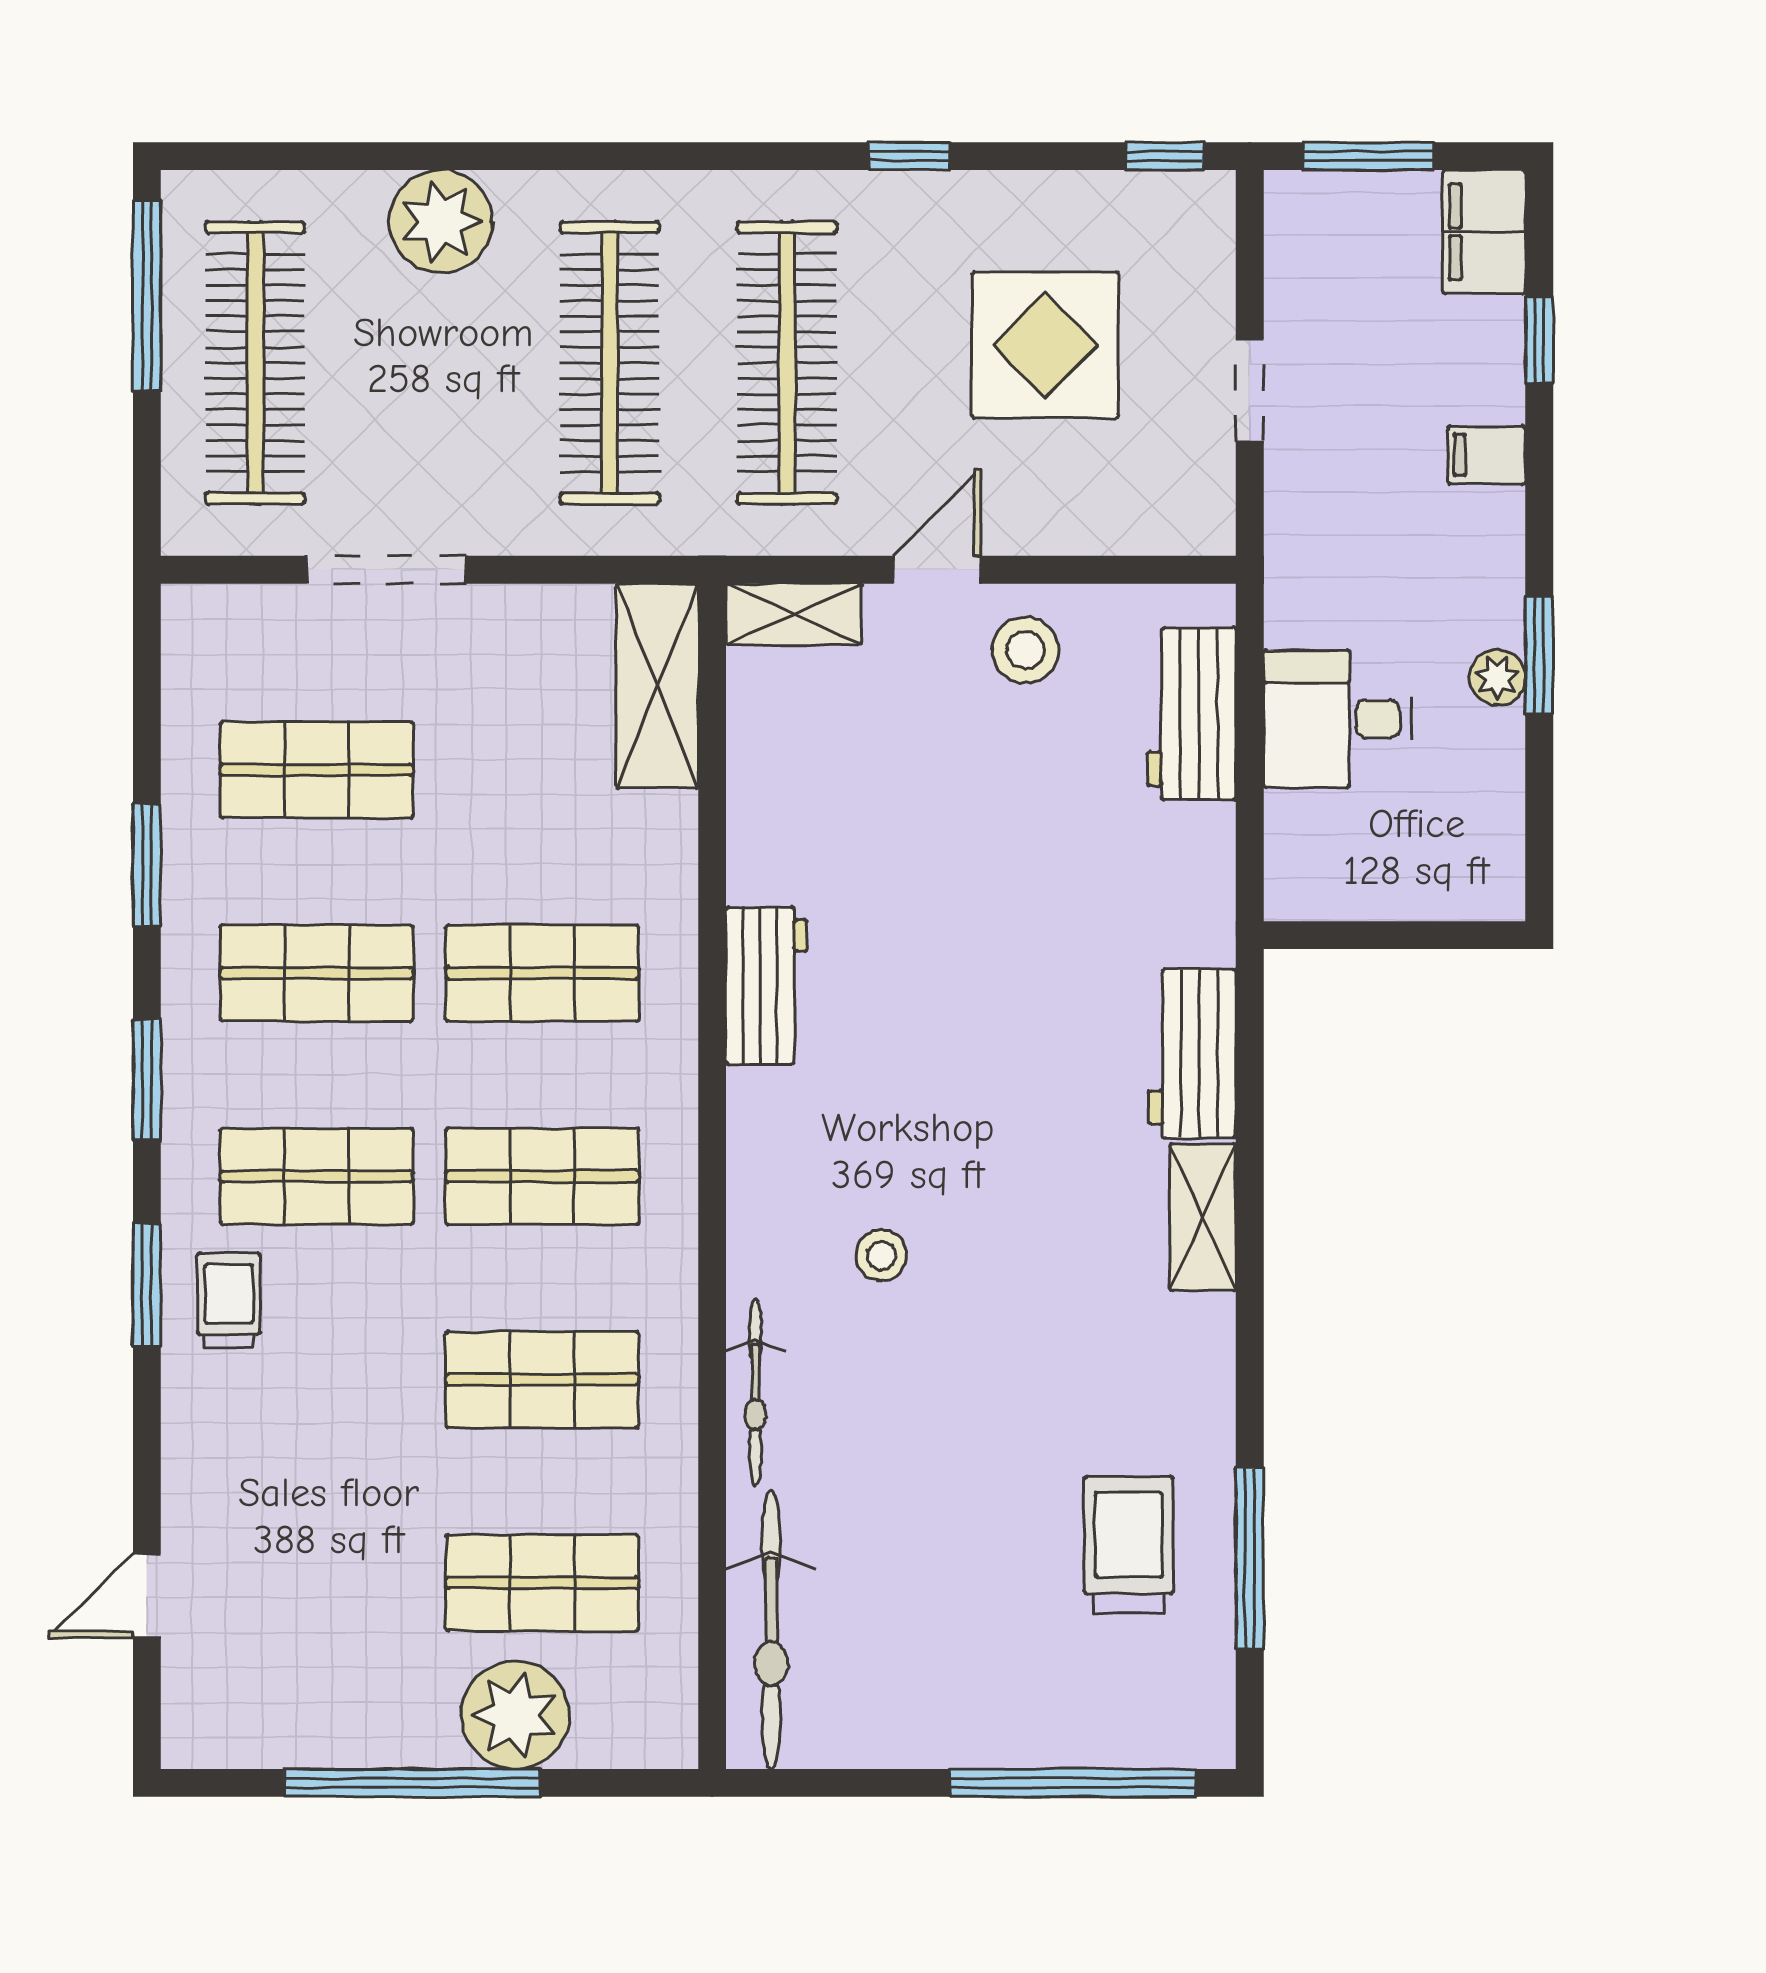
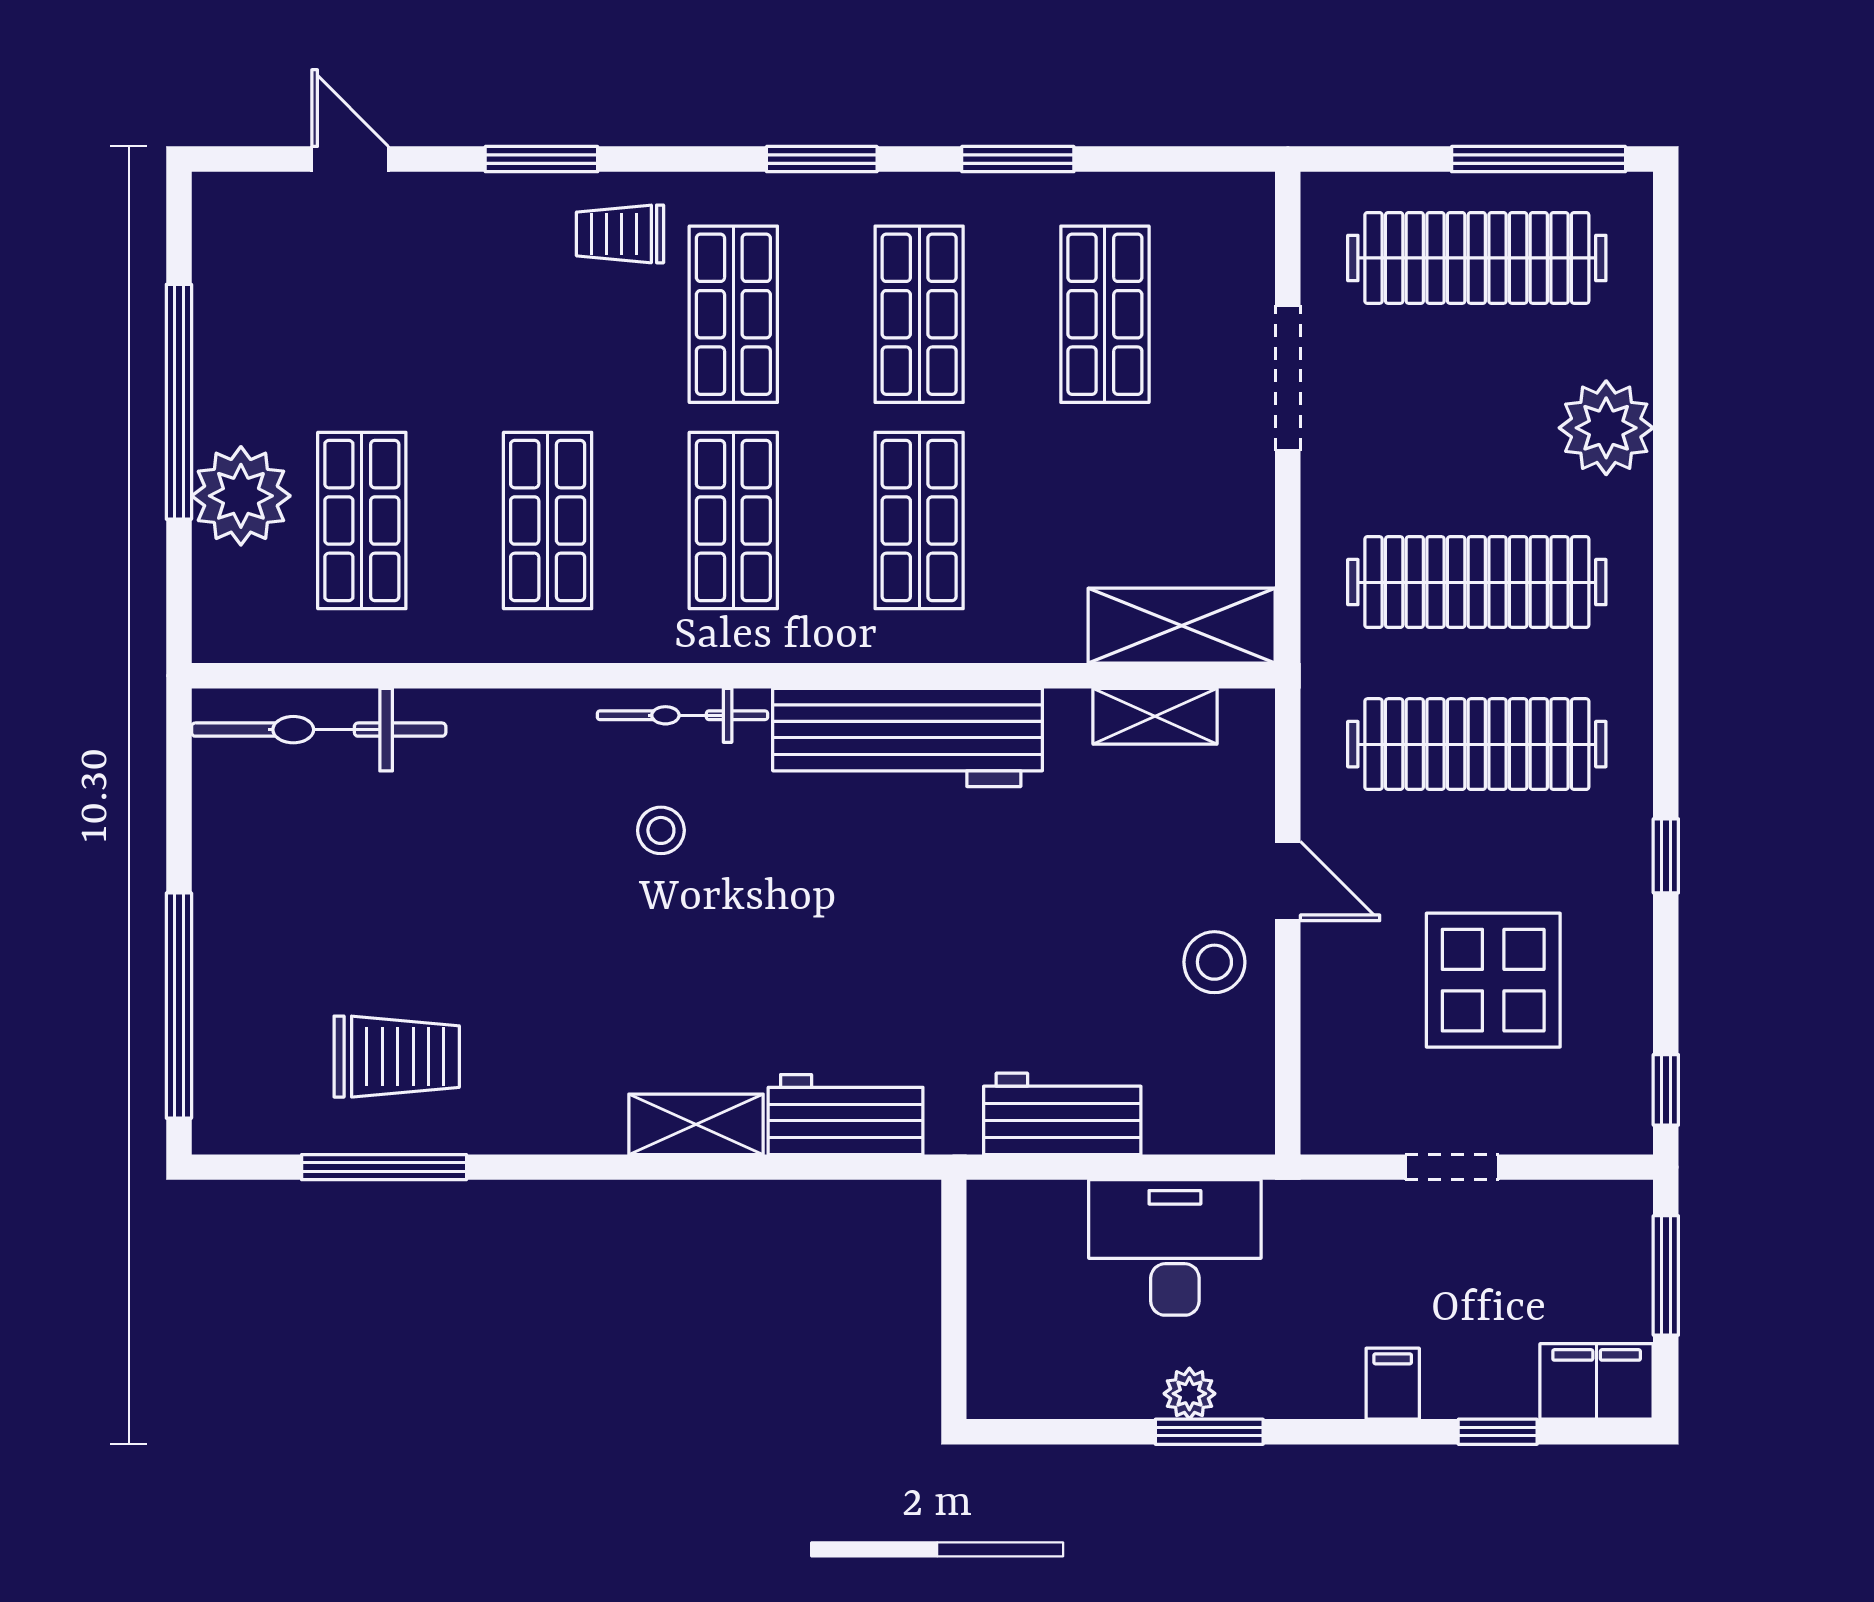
shelving: (794, 614) -> (1155, 716), moved, turned 90
workbench: (1191, 714) -> (1062, 1114), moved
desk: (1338, 719) -> (1175, 1247), width x1.37
workbench: (767, 986) -> (908, 737), width x1.88, depth x1.32
window: (147, 1285) -> (541, 159), moved
trolley: (229, 1300) -> (620, 234), turned 180
bicycle: (755, 1392) -> (682, 715), moved

